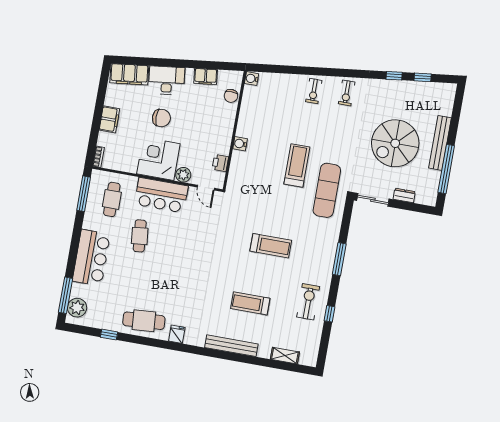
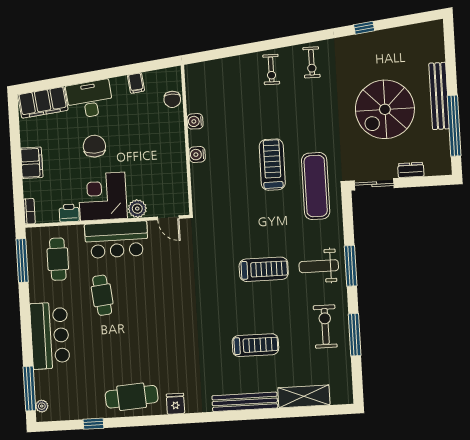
filing cabinet: (206, 76) -> (136, 83), width x0.50
window: (423, 77) -> (399, 22), removed
water cooler: (252, 79) -> (195, 121), moved
chair: (161, 118) -> (94, 146), turned -90
printer: (220, 163) -> (69, 213), moved, turned 90
weight bench: (314, 253) -> (319, 266), added
treadmill: (250, 303) -> (255, 345), turned 180
plant: (77, 308) -> (42, 406), width x0.53, depth x0.53
window: (330, 314) -> (355, 335), width x2.17
shelving: (285, 356) -> (304, 396), width x1.50, depth x1.33

